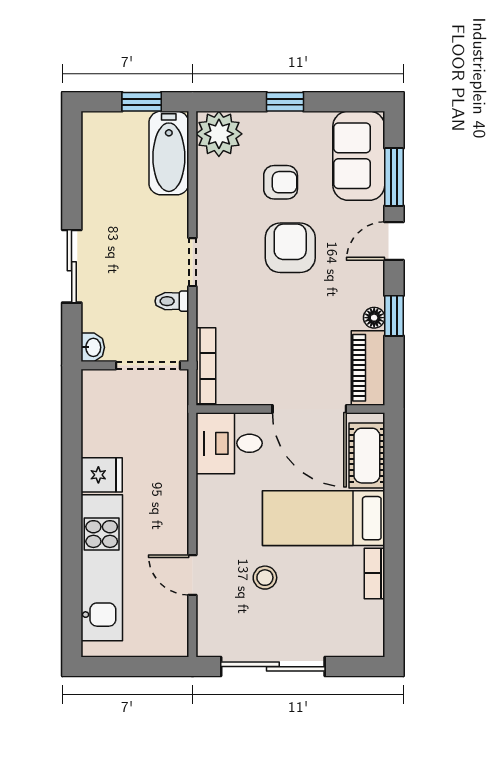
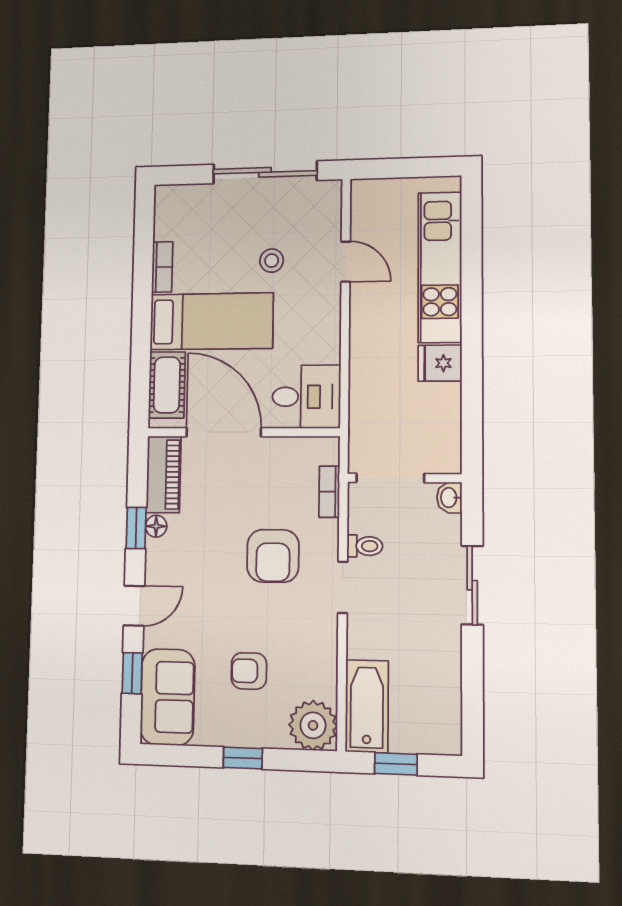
window: (394, 177) -> (132, 673), width x0.67
armchair: (290, 248) -> (273, 556), moved
bookcase: (206, 366) -> (329, 492), width x0.64

